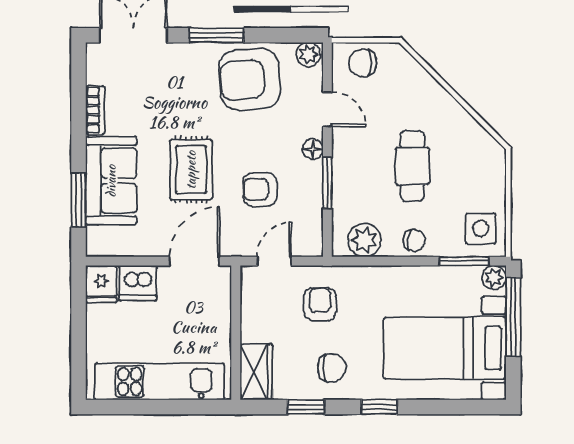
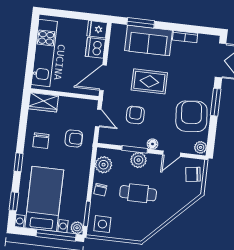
chair: (363, 63) -> (193, 174), turned -98
plant: (347, 173) -> (138, 160), added
door: (194, 261) -> (103, 78), swing flipped
window: (306, 407) -> (14, 201), moved

